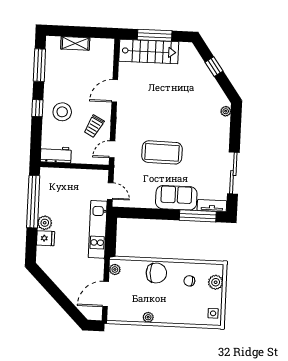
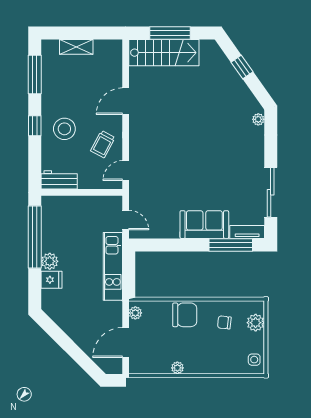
coffee table: (162, 152) -> (185, 172), removed

